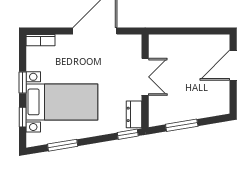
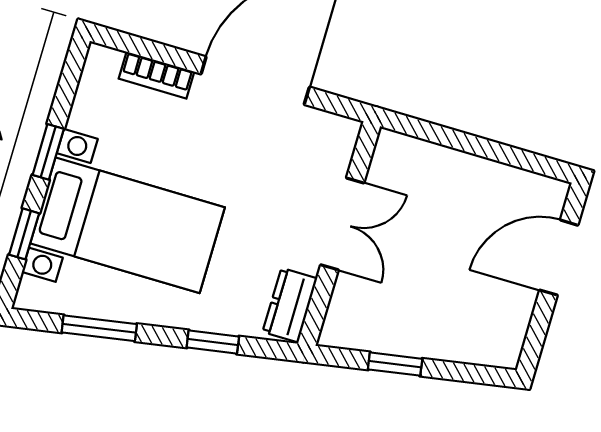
bookcase: (40, 40) -> (157, 75), moved
window: (182, 125) -> (395, 364), width x0.67
window: (128, 134) -> (213, 342), moved

